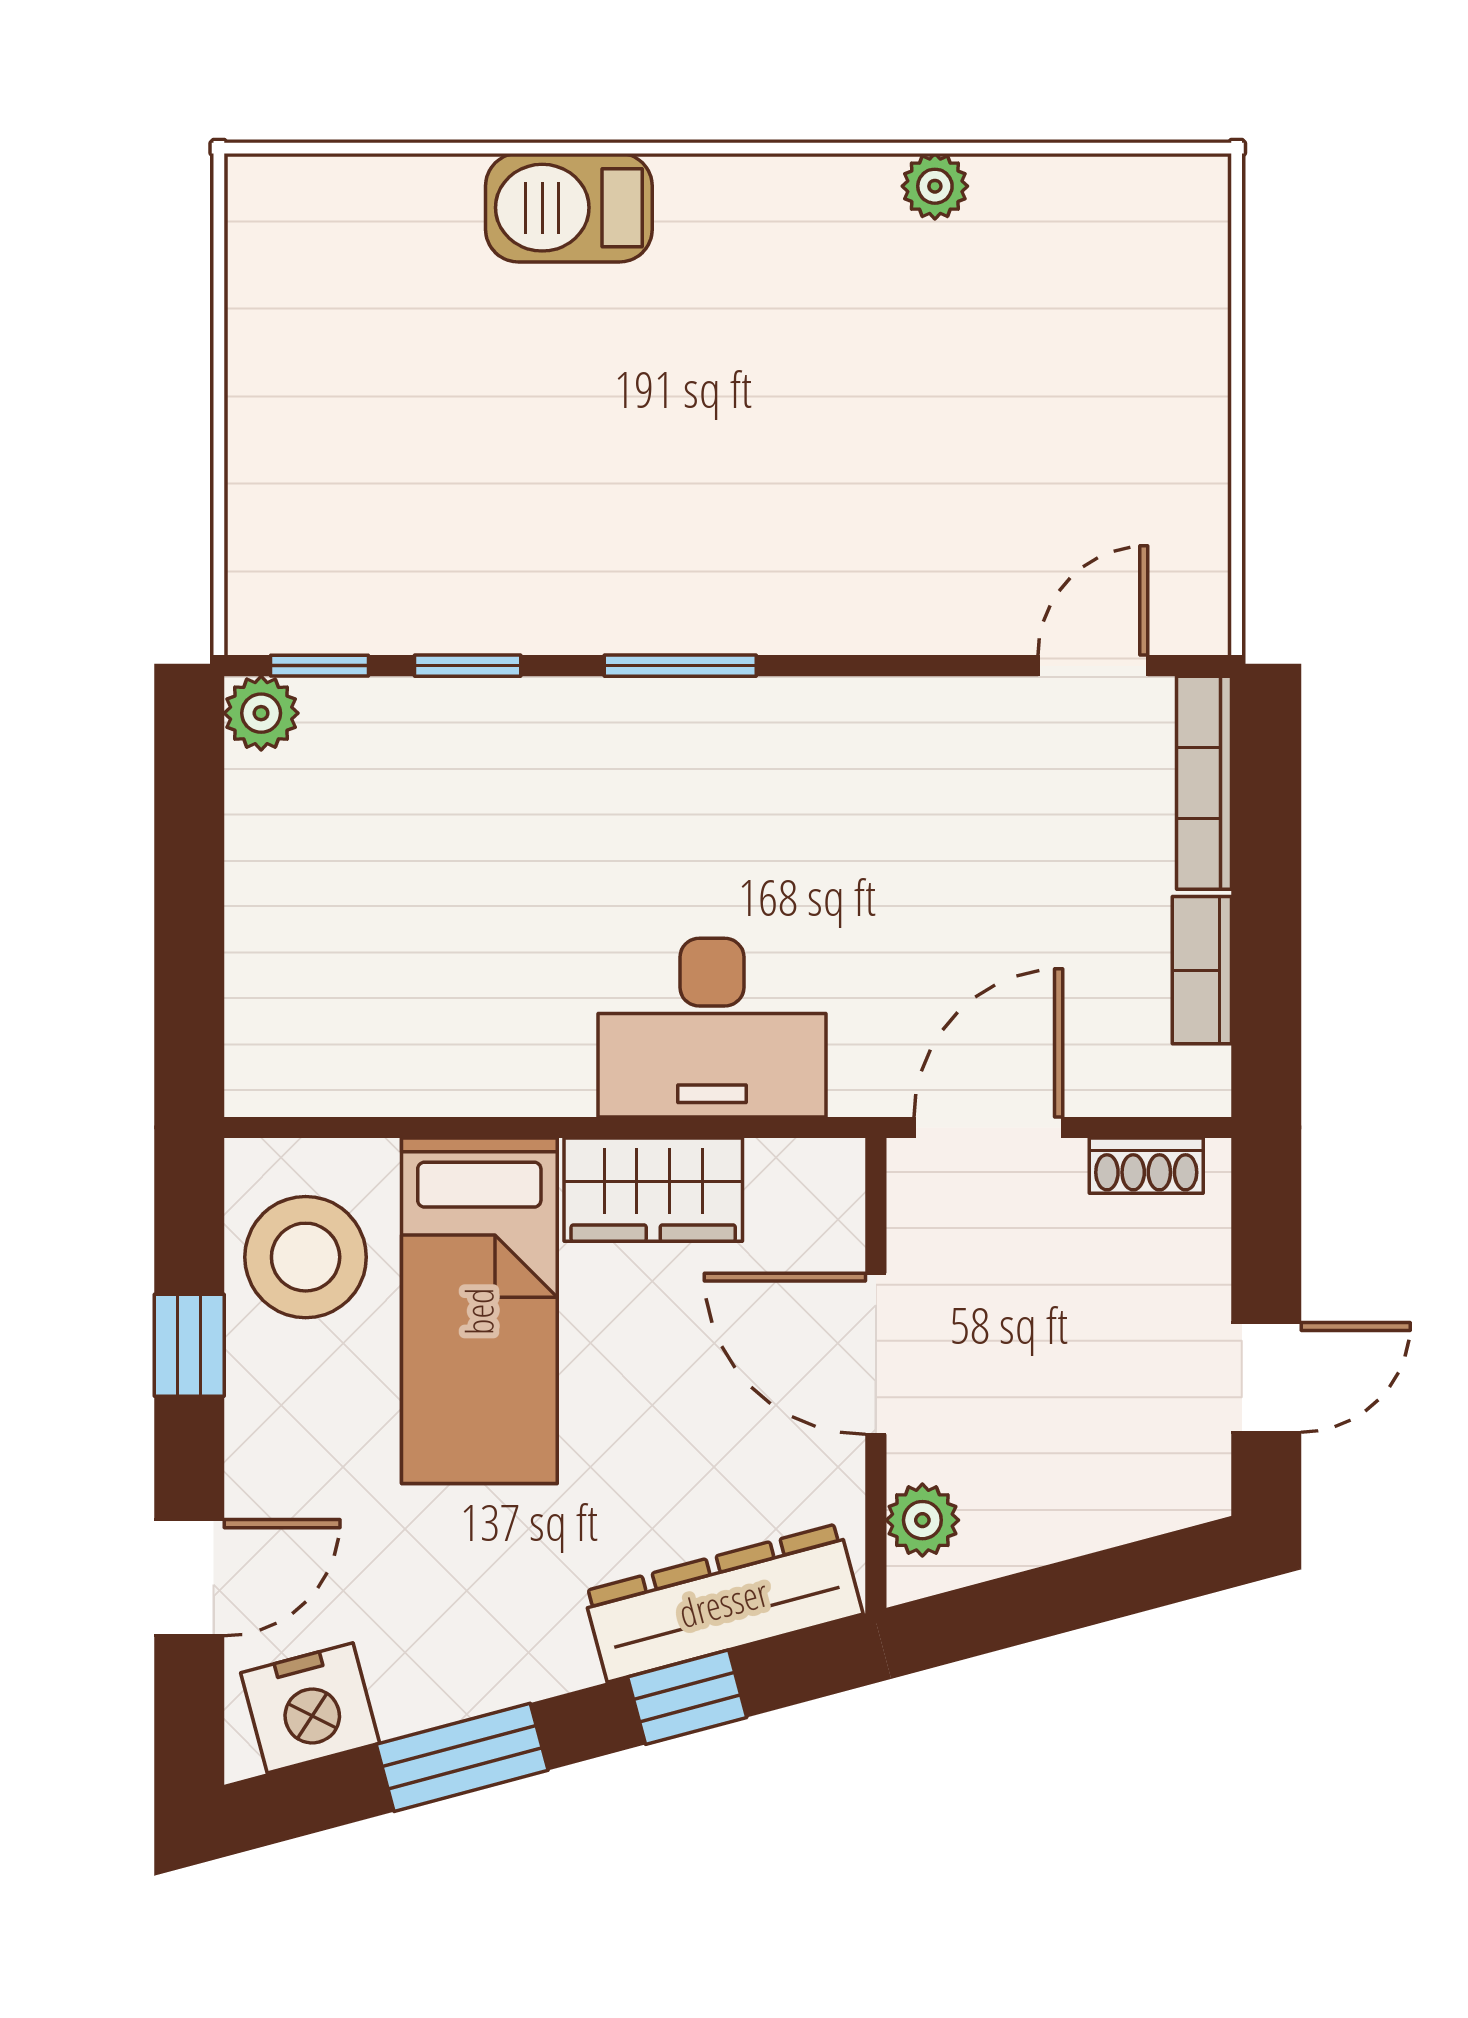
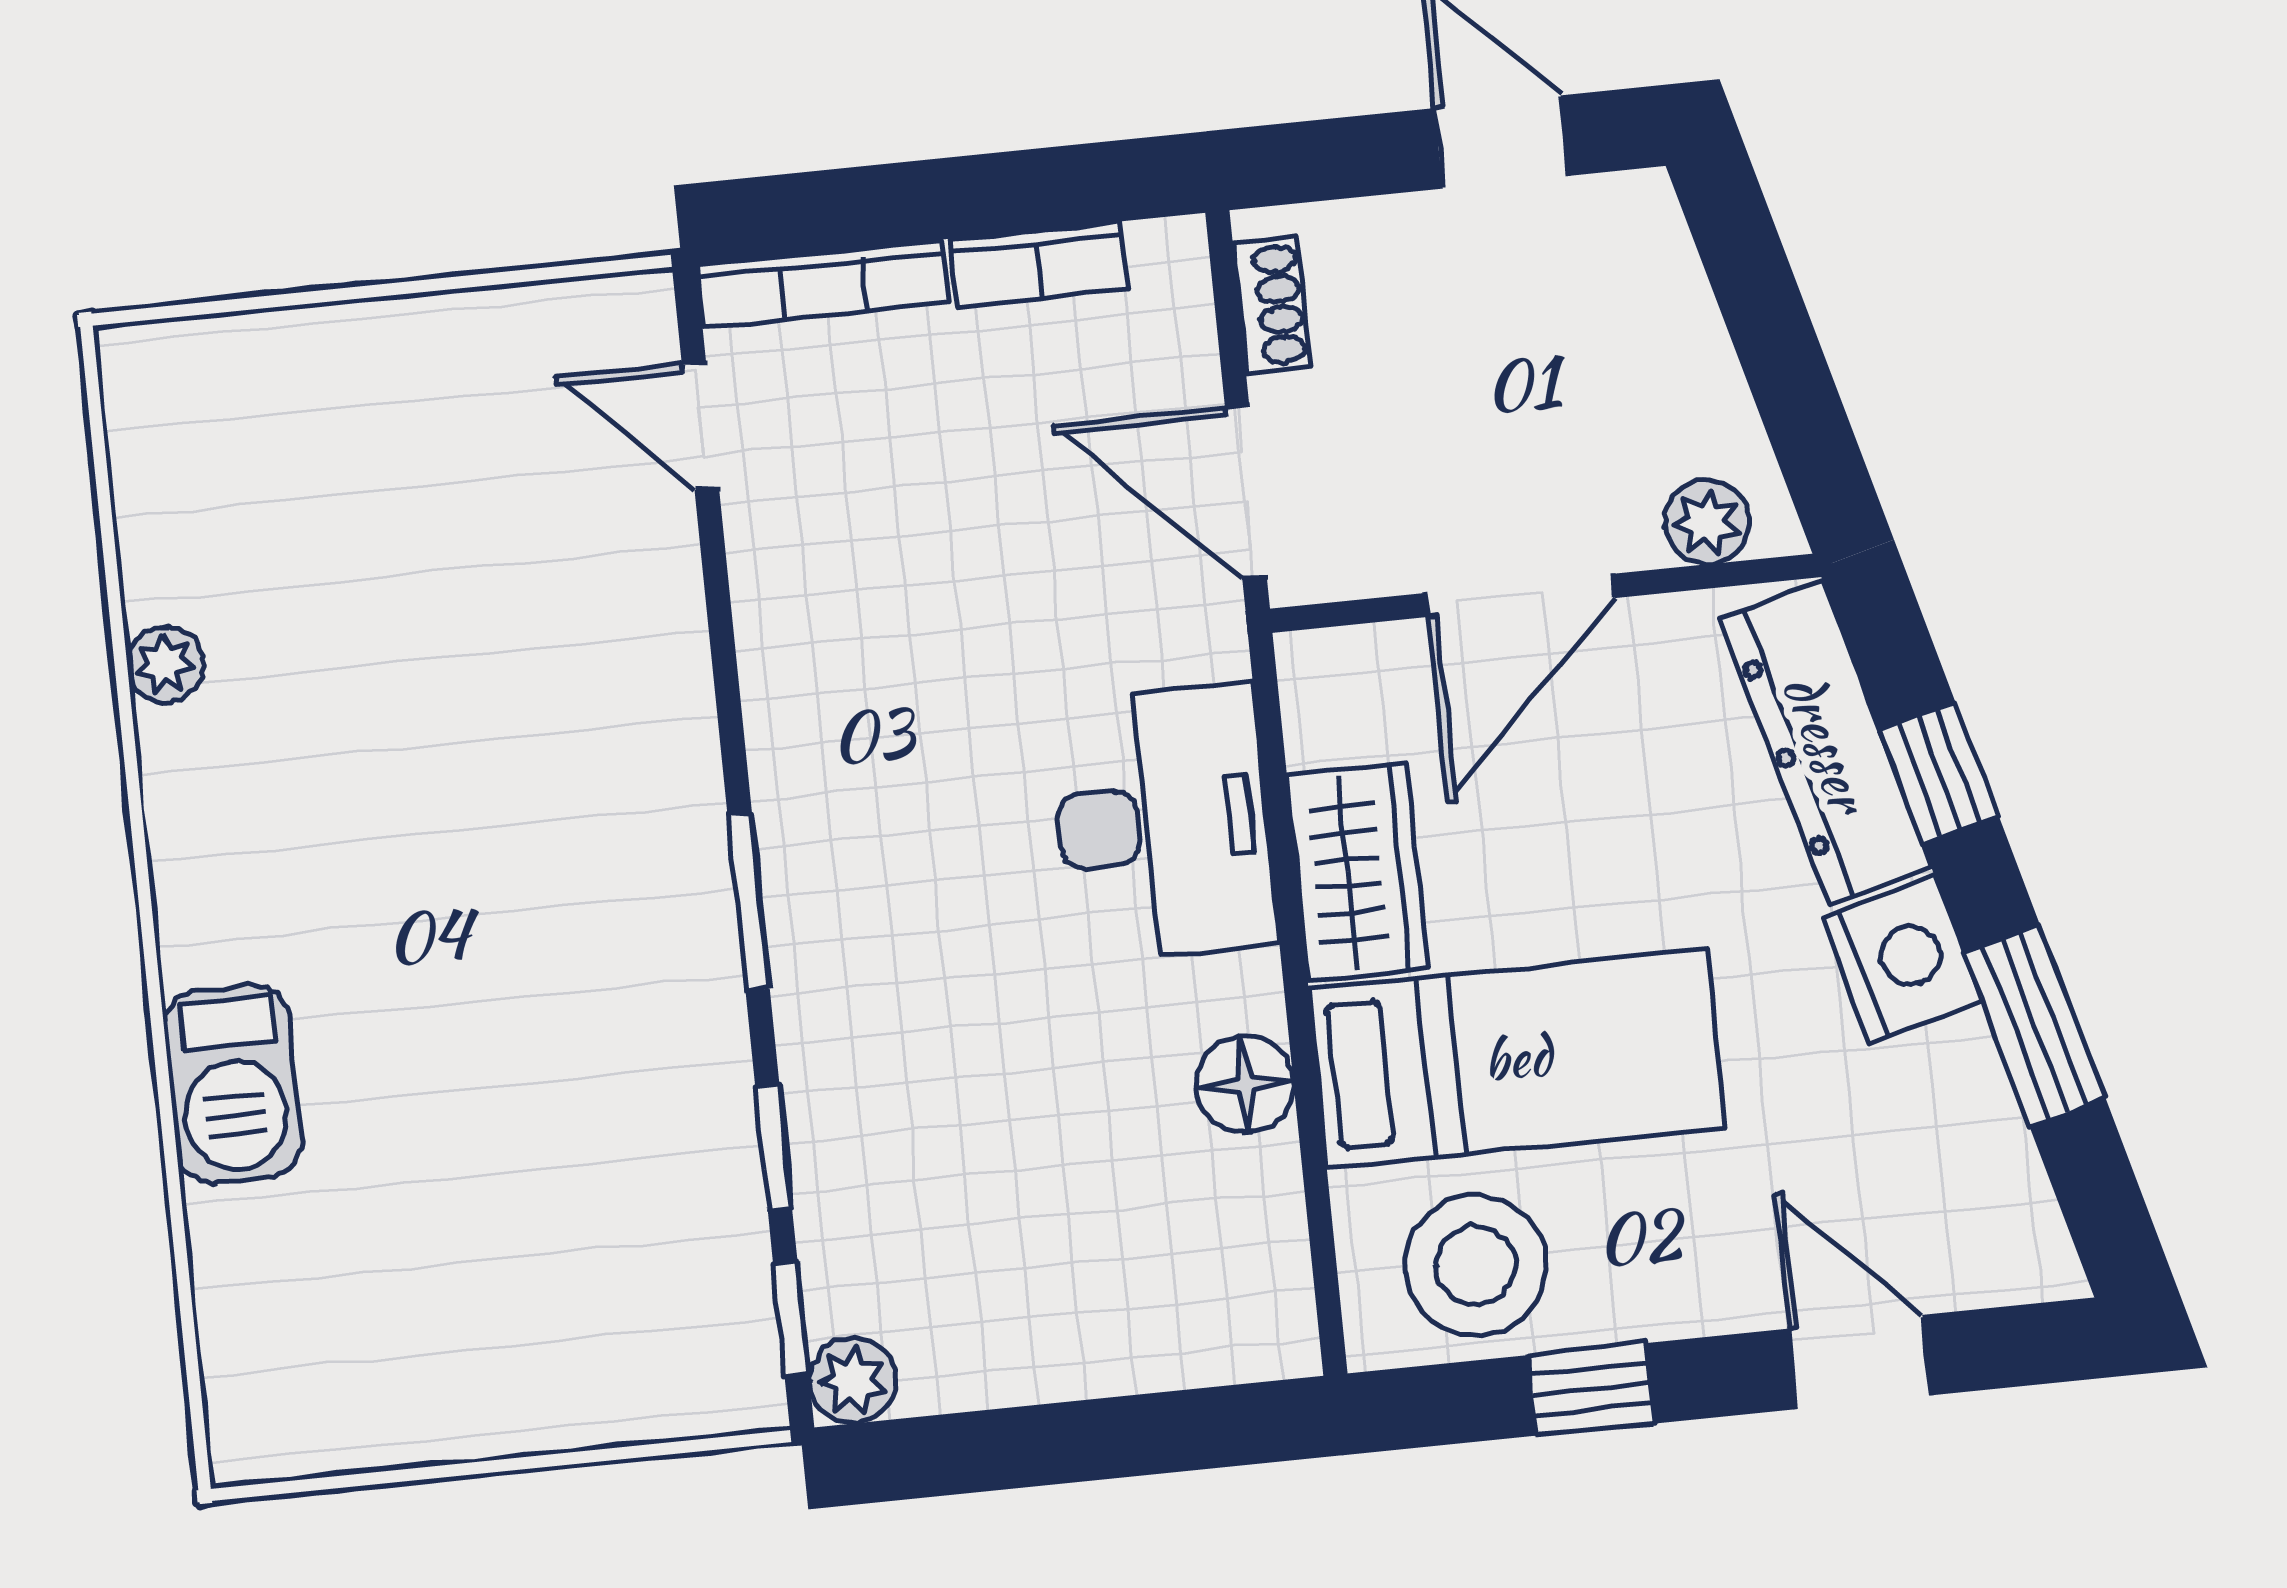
floor lamp: (481, 1075) -> (1245, 1084), added
nightstand: (310, 1708) -> (1902, 959), moved

